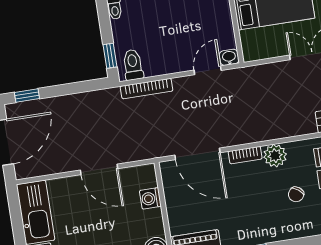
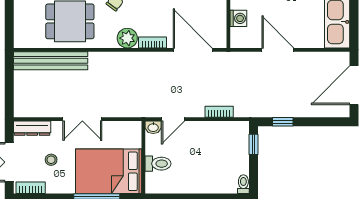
toilet: (133, 65) -> (158, 164), moved, turned -90
bookcase: (147, 89) -> (219, 112), width x0.64
window: (27, 96) -> (283, 122), moved

